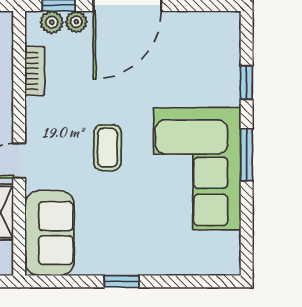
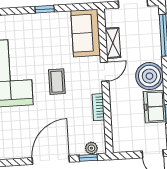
plant: (76, 22) -> (78, 149), removed
bookcase: (35, 71) -> (98, 107), moved

